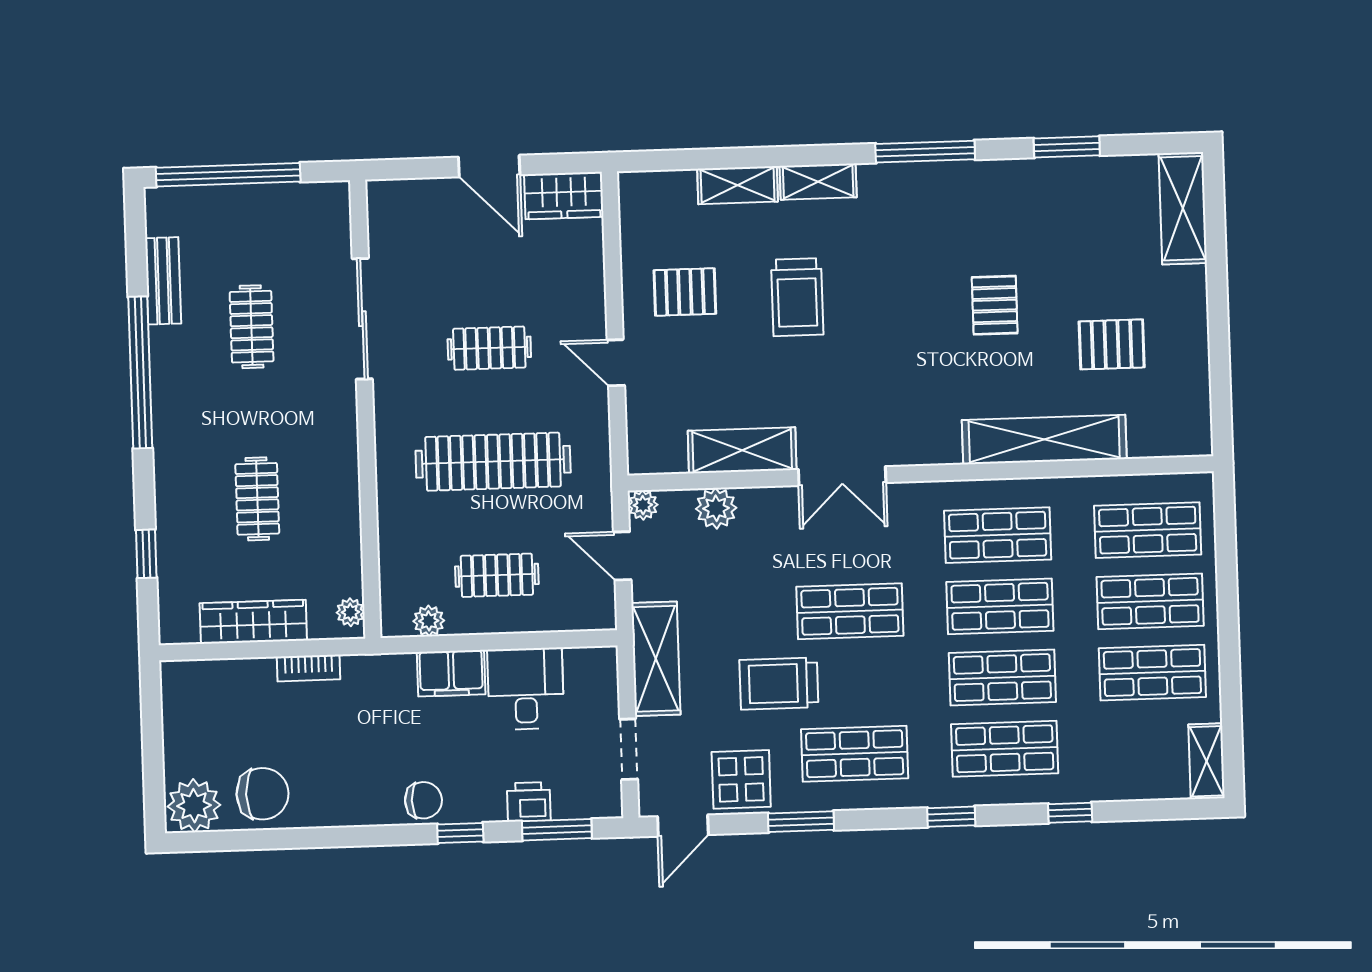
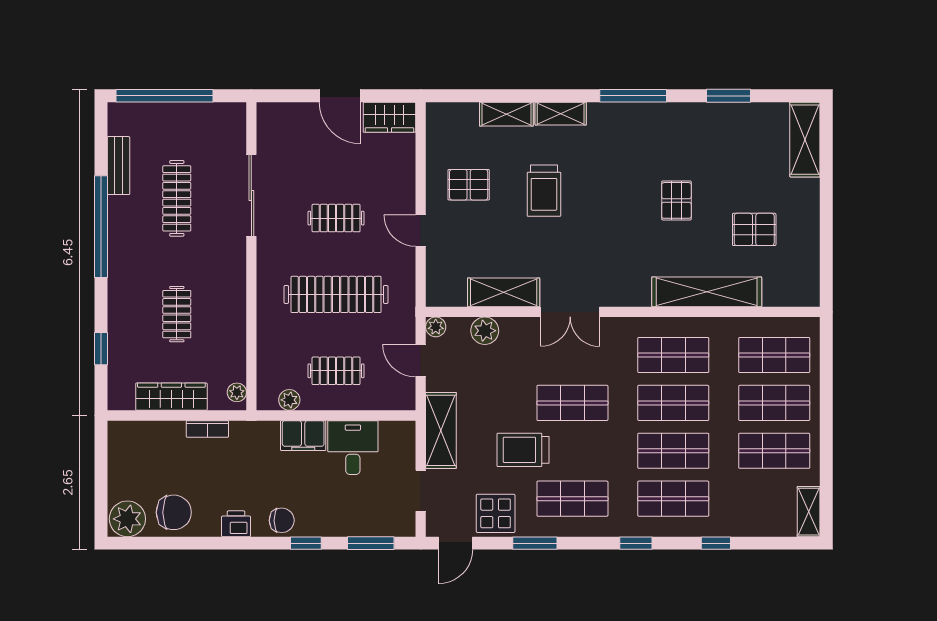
clothes rail: (252, 327) -> (177, 198), width x1.36
printer: (529, 802) -> (236, 524), moved

